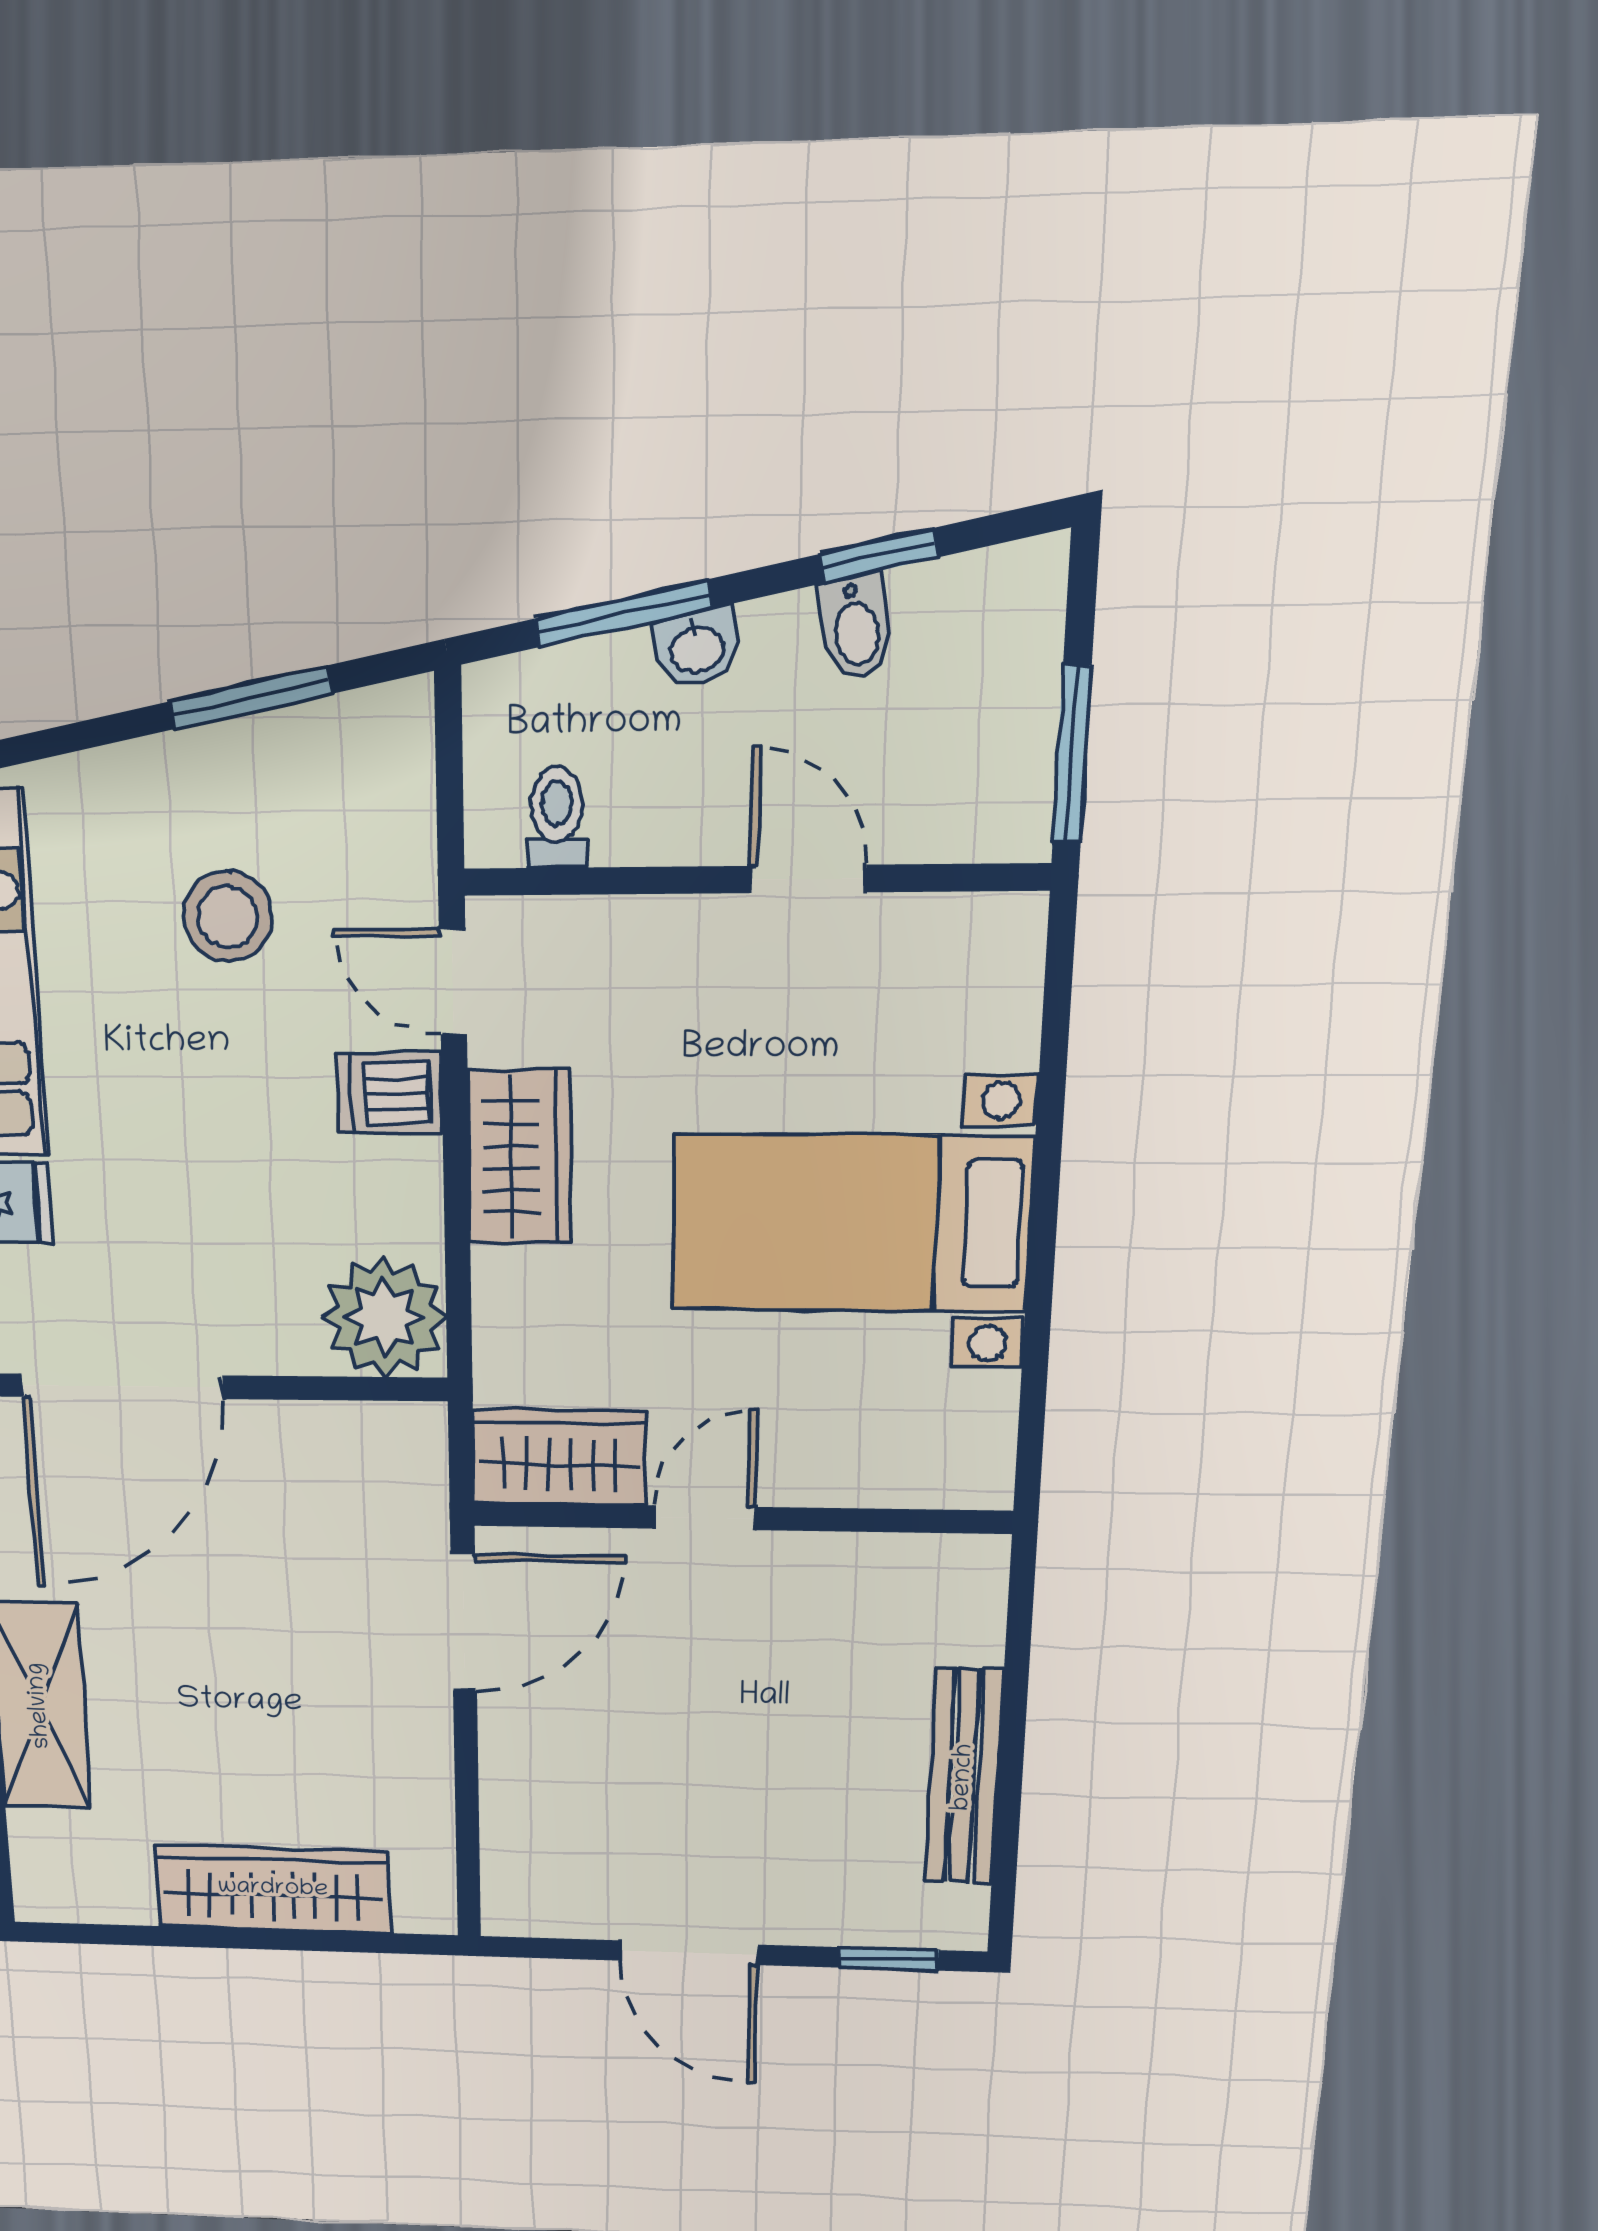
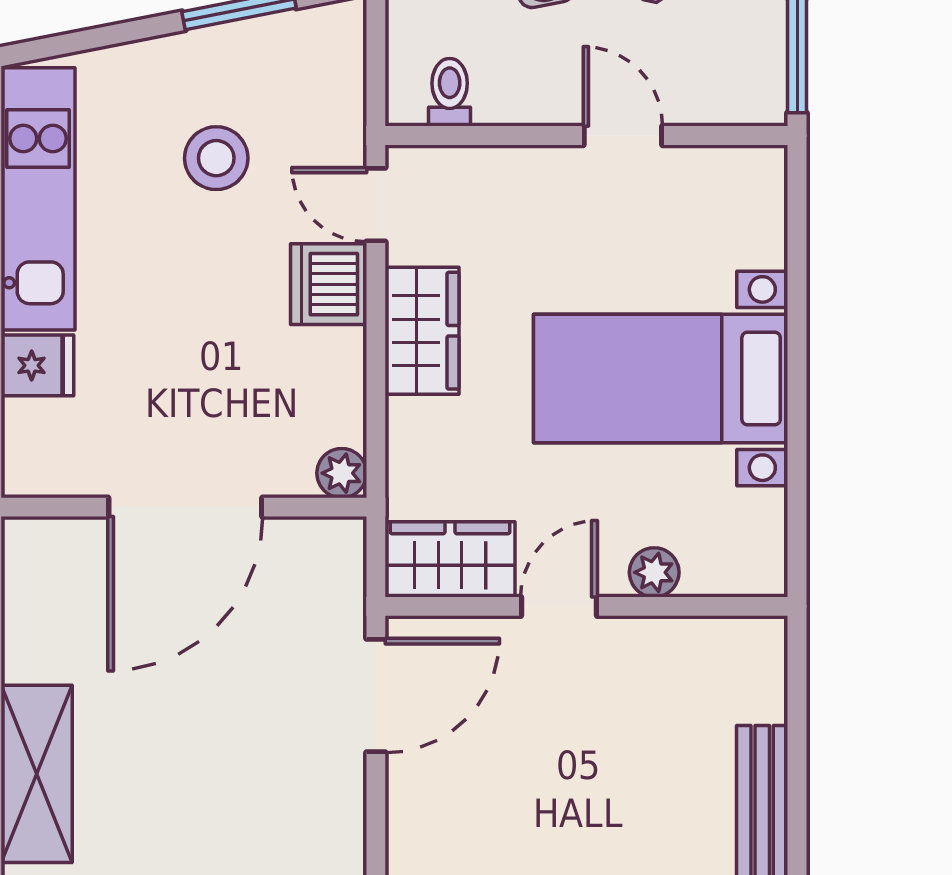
dishwasher: (390, 1093) -> (329, 284), width x1.38
plant: (384, 1317) -> (342, 473), width x0.53, depth x0.53
door: (122, 1386) -> (185, 507), moved
plant: (833, 1477) -> (654, 572), added

